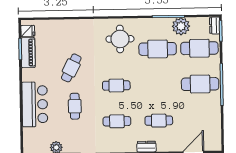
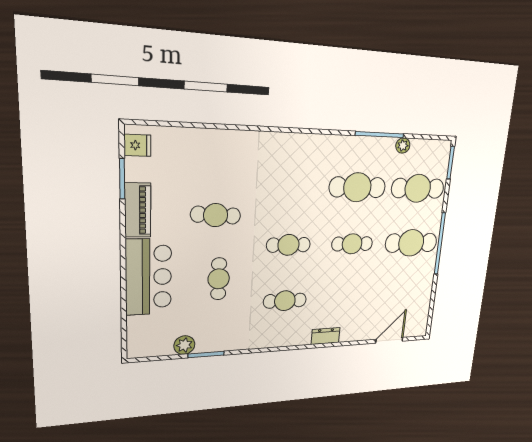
dresser: (215, 25) -> (444, 154), removed
plant: (181, 26) -> (403, 146), width x0.53, depth x0.53
round table: (120, 39) -> (301, 168), removed
piano: (28, 53) -> (138, 210), moved
cafe table: (71, 68) -> (216, 215), turned 66
cafe table: (159, 121) -> (352, 244), moved

